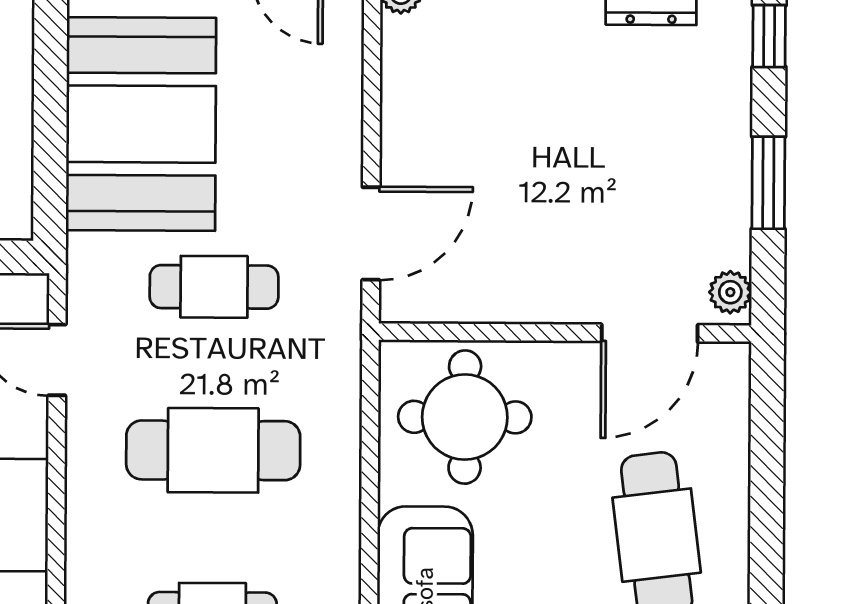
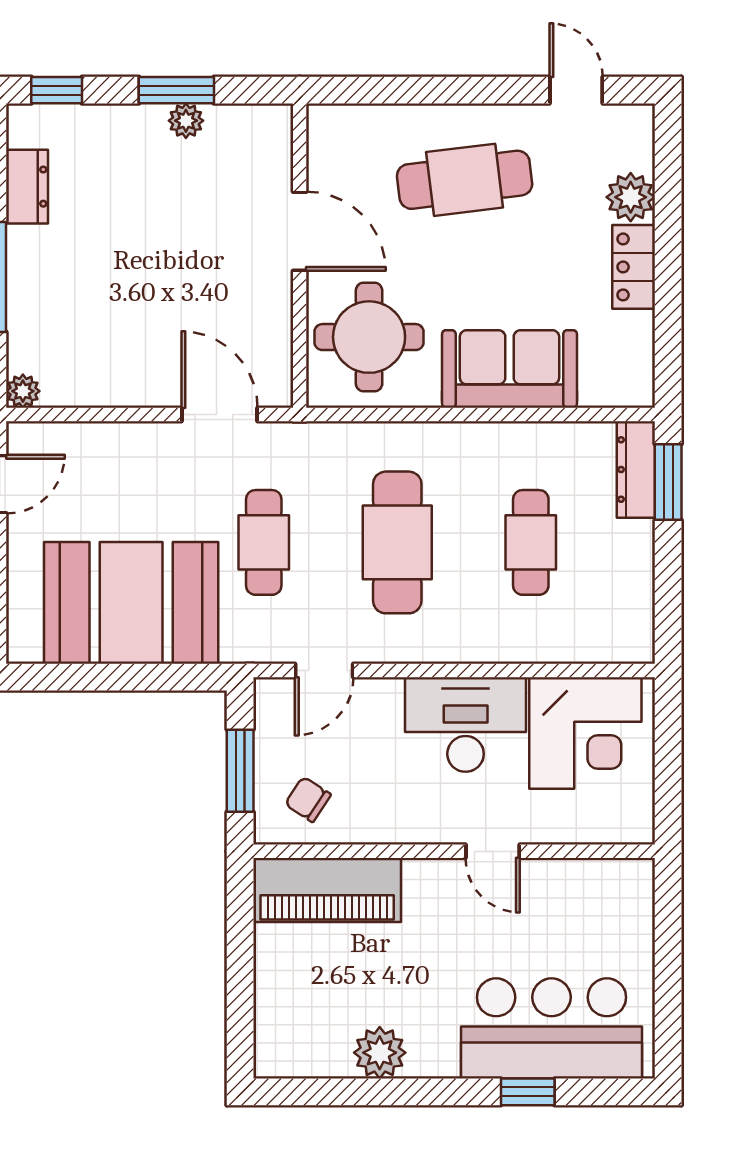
plant: (730, 292) -> (186, 121), moved
door: (650, 333) -> (300, 231), moved

